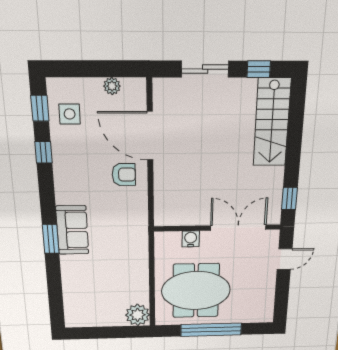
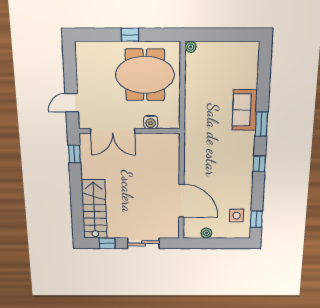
window: (44, 152) -> (259, 164), moved
armchair: (124, 175) -> (201, 174), removed
sofa: (72, 230) -> (245, 110), moved
plant: (138, 315) -> (191, 47), width x0.53, depth x0.53
window: (211, 330) -> (130, 35), width x0.32

